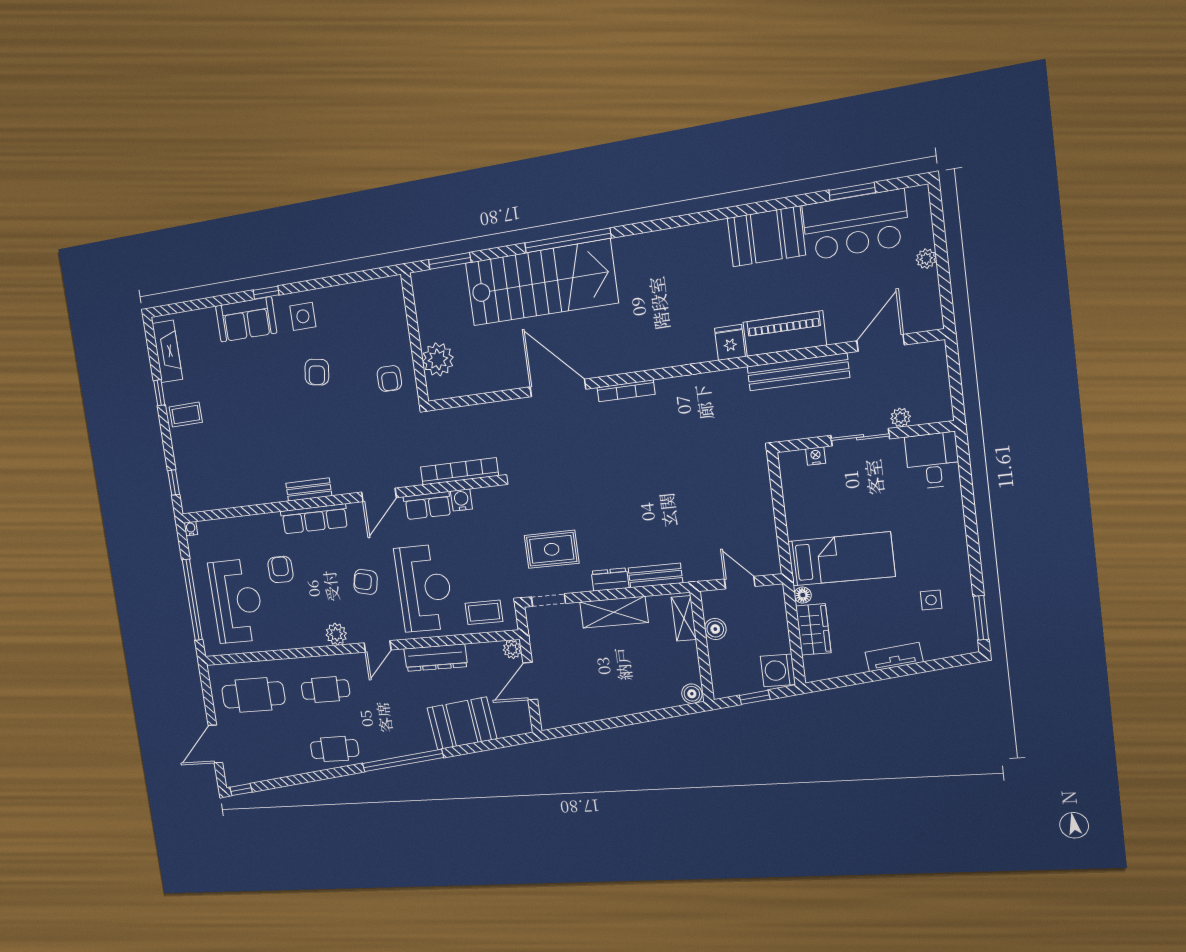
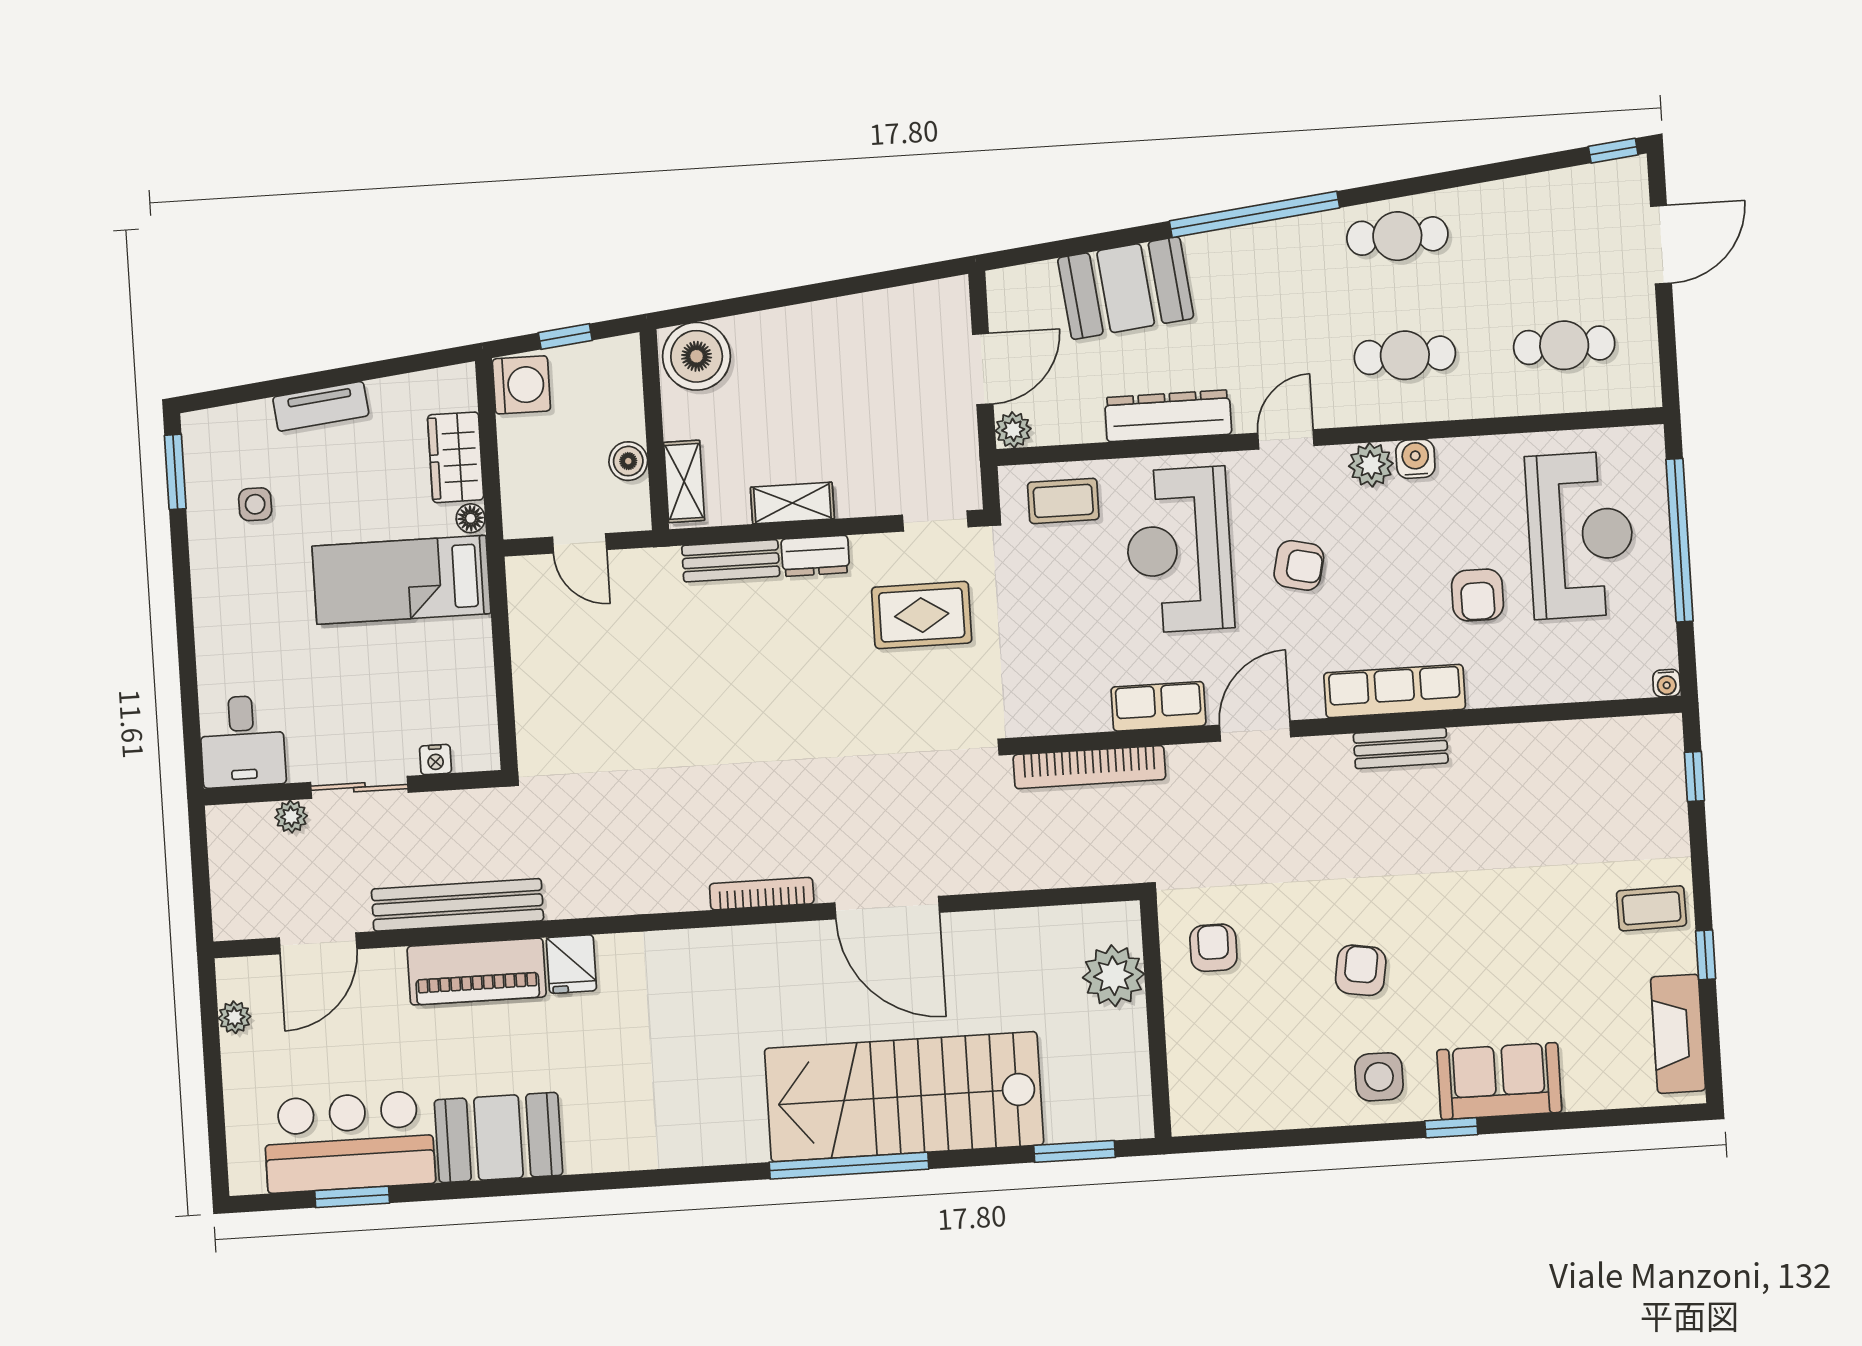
plant: (926, 259) -> (235, 1017), moved
water cooler: (461, 500) -> (1415, 459), moved, turned 180
reception desk: (237, 601) -> (1580, 535), turned 180
shelving: (614, 612) -> (792, 503), width x0.67, depth x0.75
boiler: (692, 694) -> (697, 356), width x1.86, depth x1.86
cafe table: (253, 695) -> (1564, 345), width x0.73, depth x0.74

